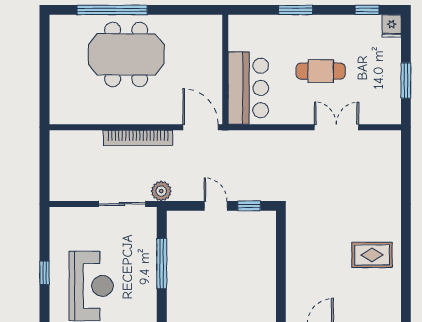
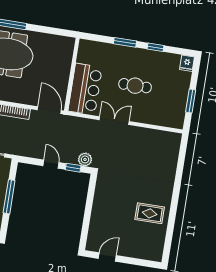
window: (367, 10) -> (155, 47), moved
double door: (336, 127) -> (114, 121), moved
plant: (161, 191) -> (85, 159), moved

